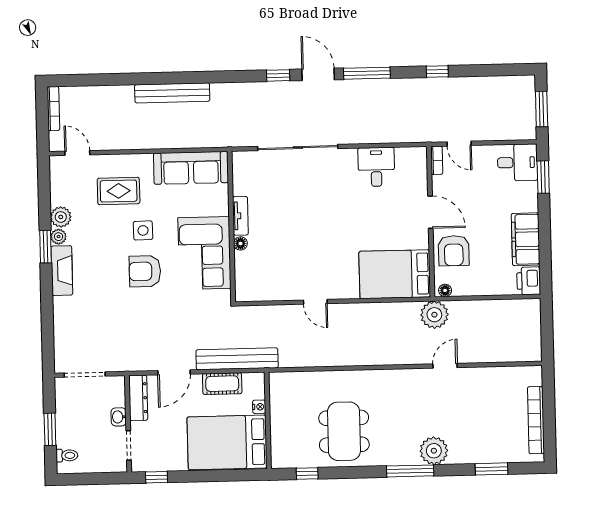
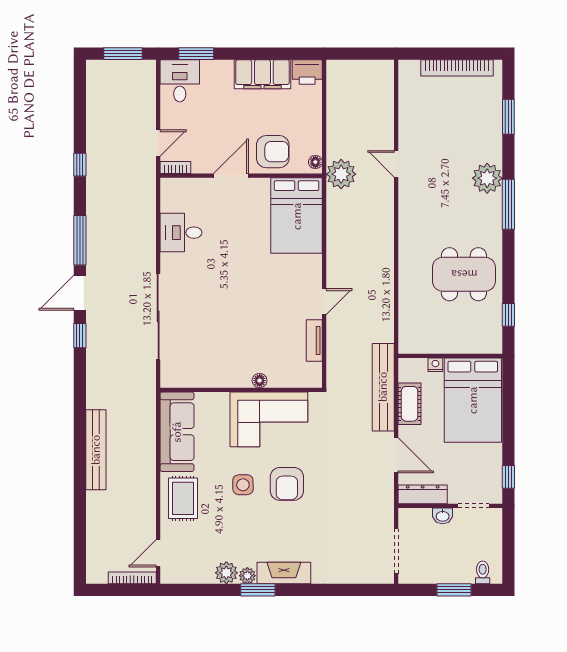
bookcase: (53, 109) -> (132, 578), moved
rug: (119, 191) -> (183, 498), moved
tv unit: (240, 216) -> (314, 340), moved, turned -90

